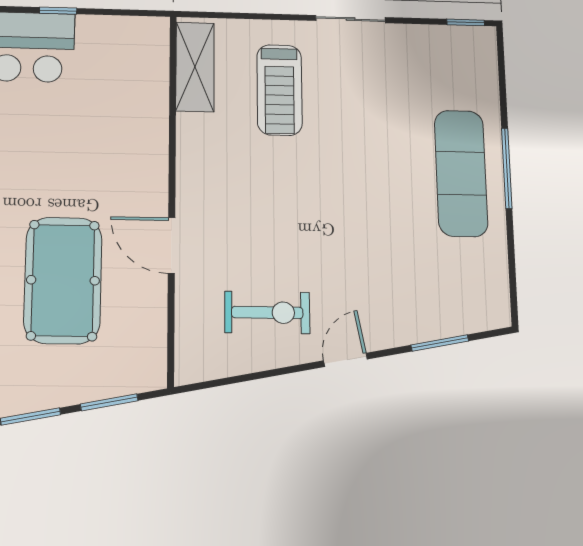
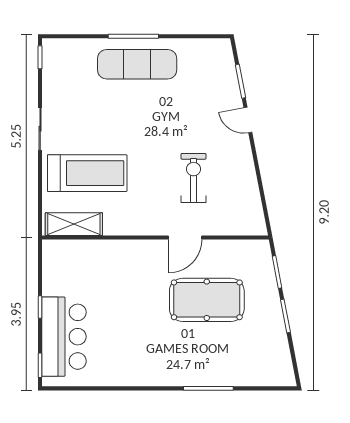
treadmill: (279, 90) -> (87, 173), width x1.37, depth x1.38
exercise bike: (267, 312) -> (194, 178), moved
door: (345, 360) -> (248, 120), moved

